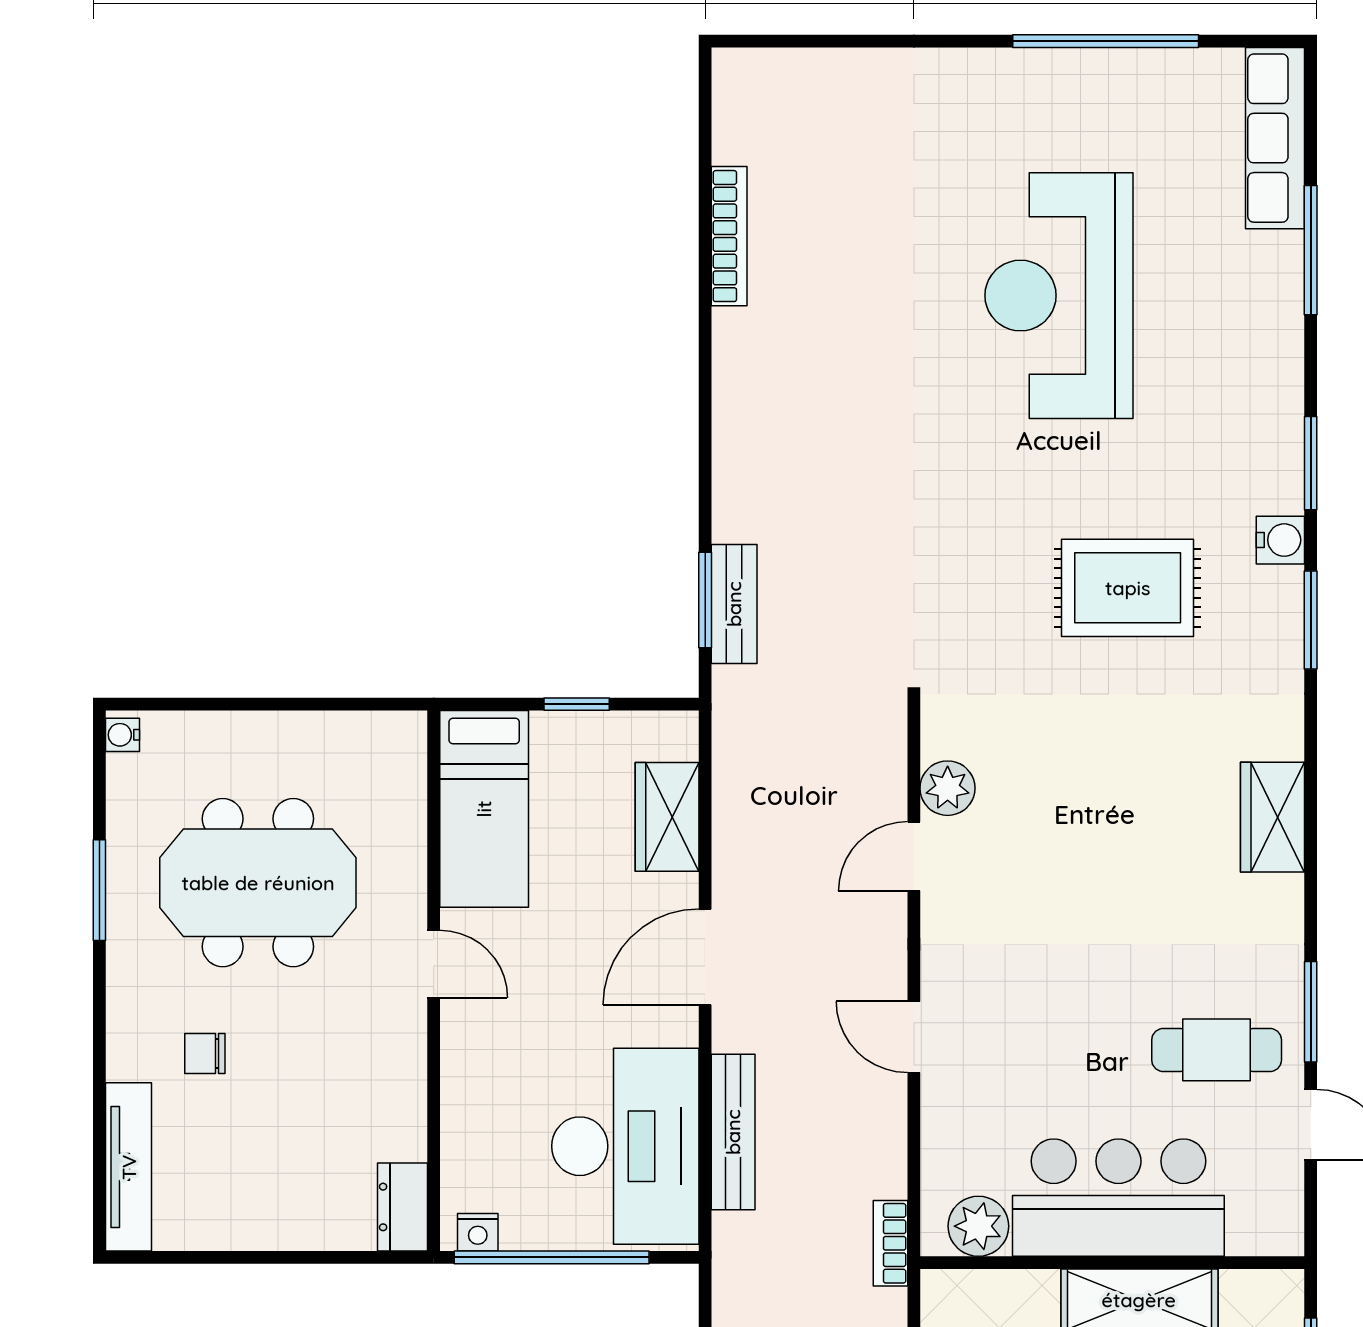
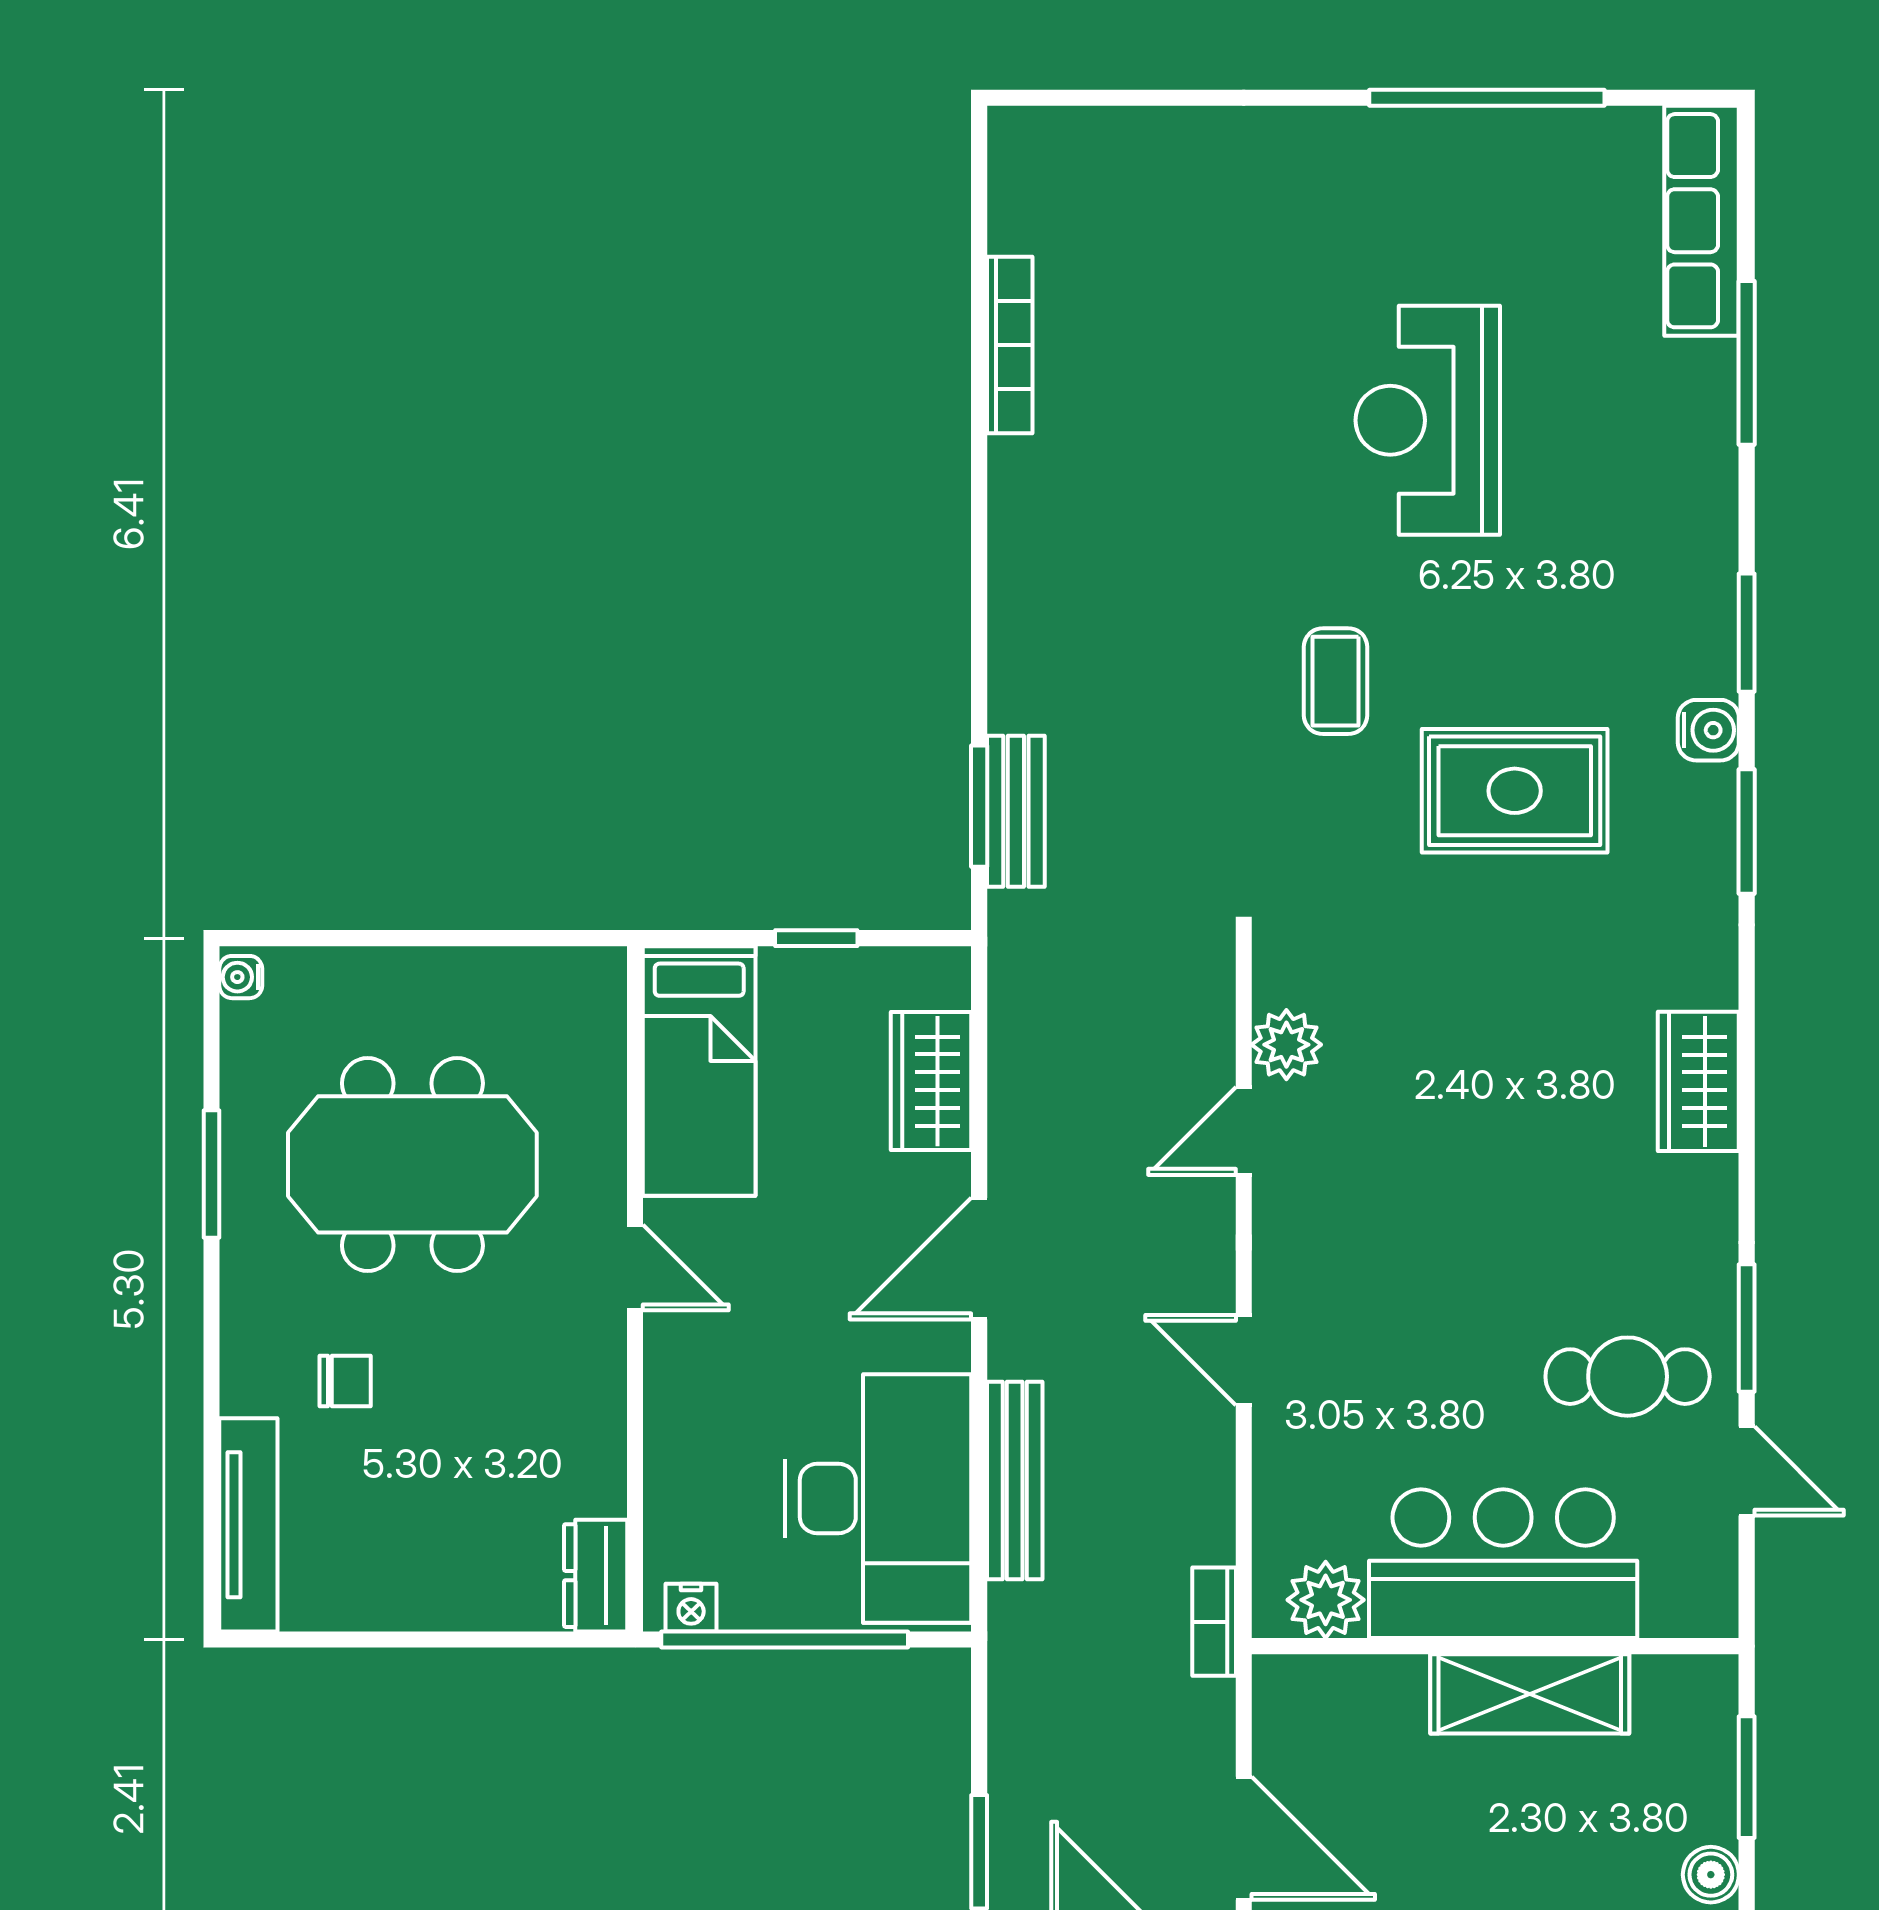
reception desk: (1059, 296) -> (1428, 420), width x0.74, depth x0.77
coffee table: (986, 501) -> (1336, 681), added
chair: (205, 1053) -> (345, 1381), turned 180

